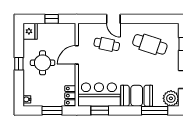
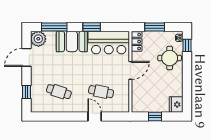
cafe table: (150, 44) -> (59, 92), width x0.73, depth x0.74
door: (77, 55) -> (130, 70), moved
round table: (43, 63) -> (170, 58), moved
window: (19, 64) -> (187, 45), moved
window: (100, 110) -> (92, 27), moved

